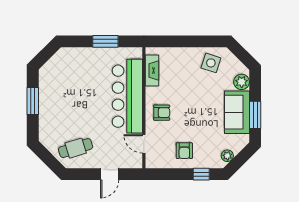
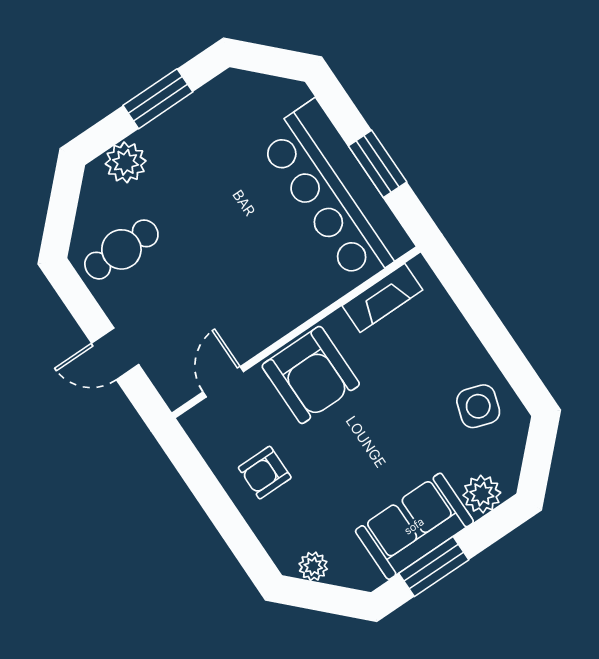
bar counter: (127, 96) -> (336, 192), moved, turned -90
armchair: (162, 113) -> (311, 375), width x1.88, depth x1.88
plant: (47, 127) -> (126, 162), added
cafe table: (76, 148) -> (121, 249), turned -73
window: (201, 174) -> (241, 539), removed

